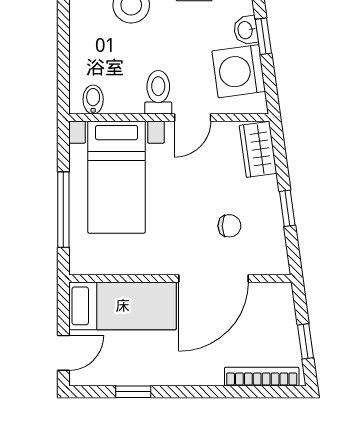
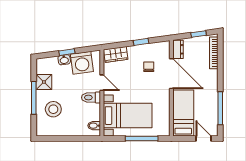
dresser: (270, 294) -> (178, 49), added
window: (133, 392) -> (220, 108), width x2.17

